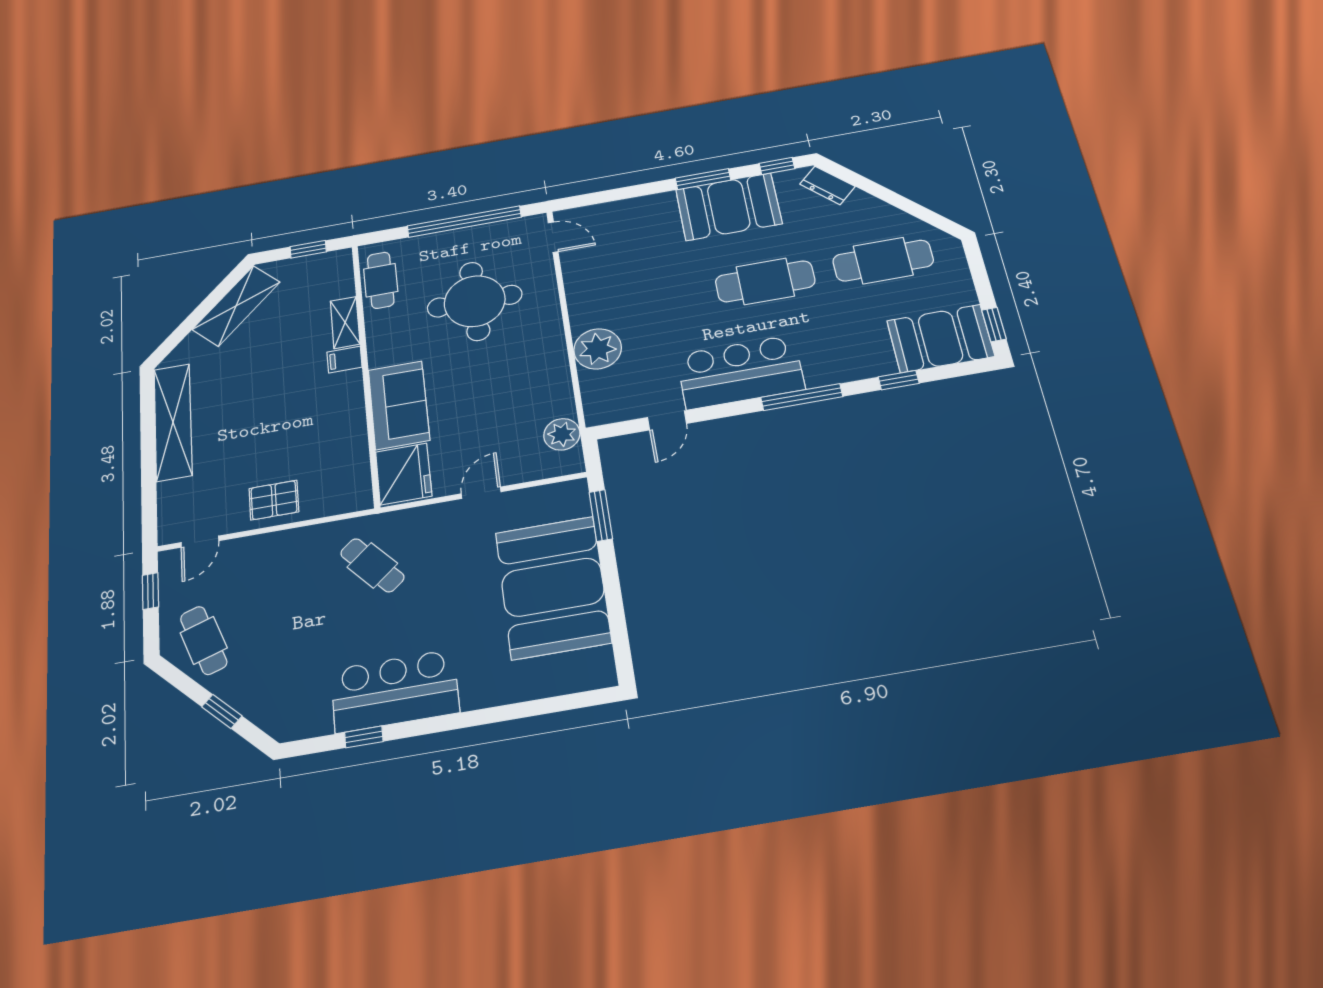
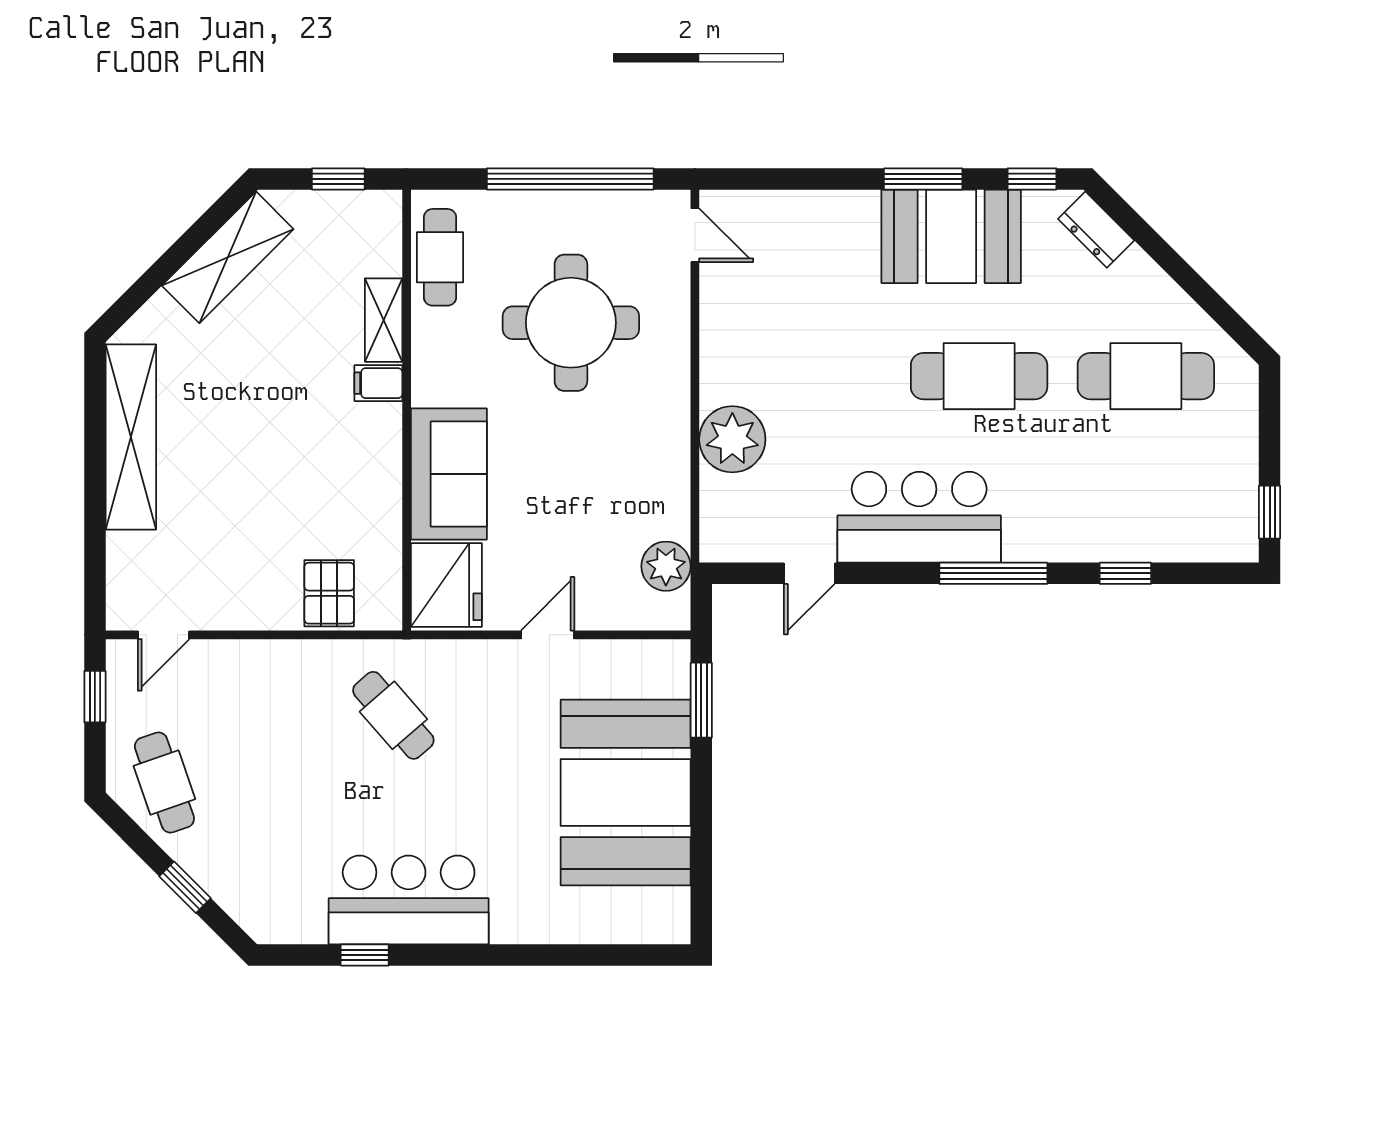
booth: (941, 338) -> (1194, 519), removed
pallet: (274, 500) -> (329, 593), moved, turned 90

